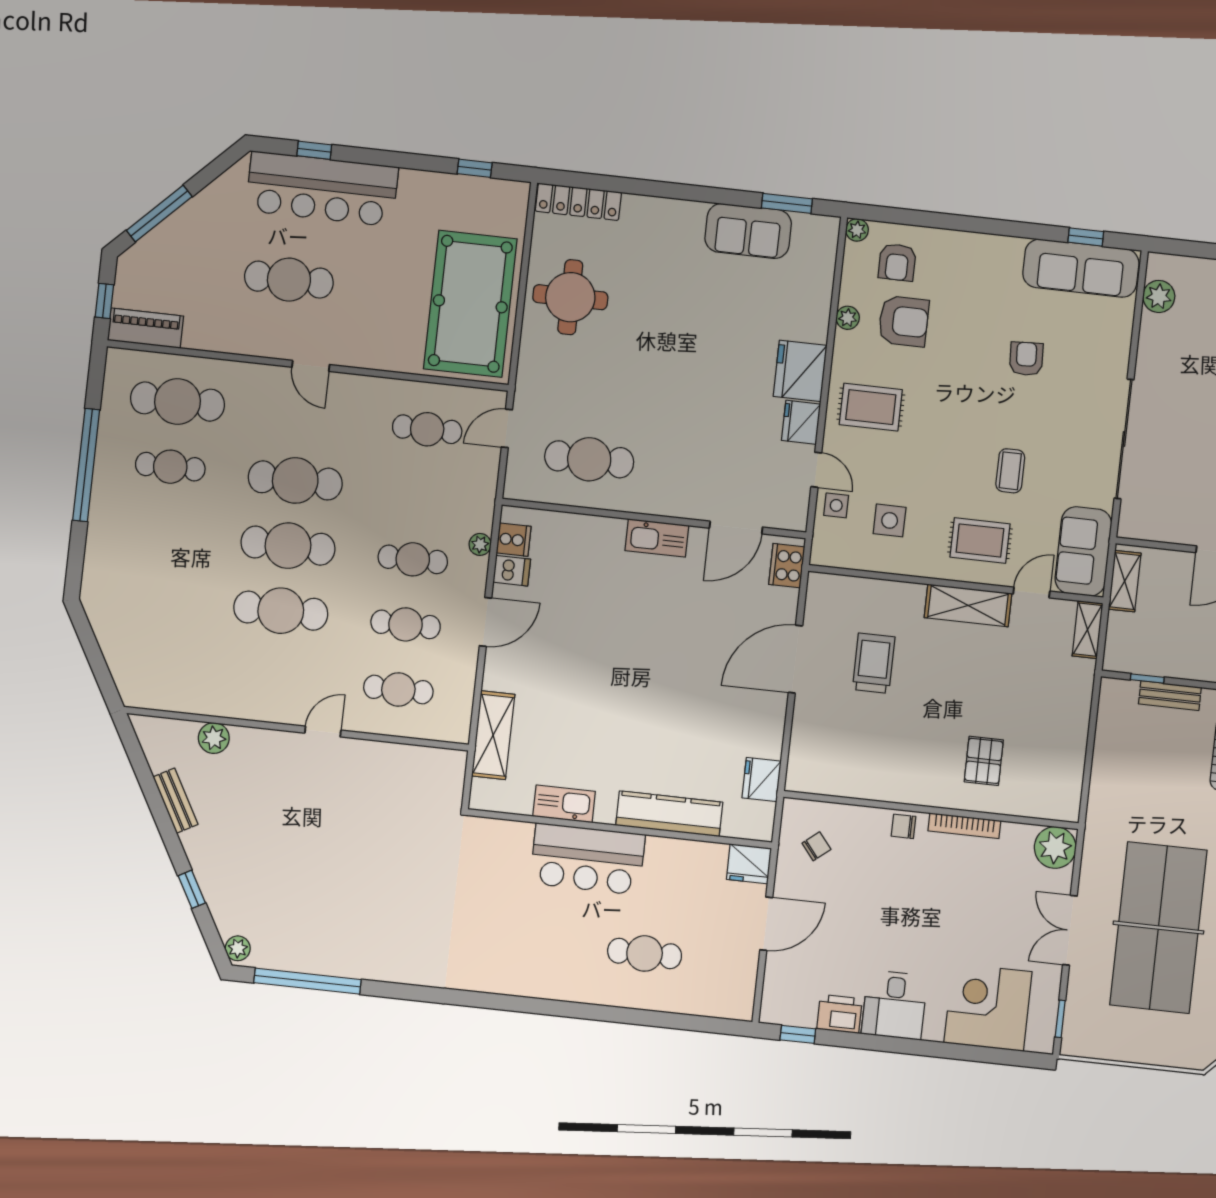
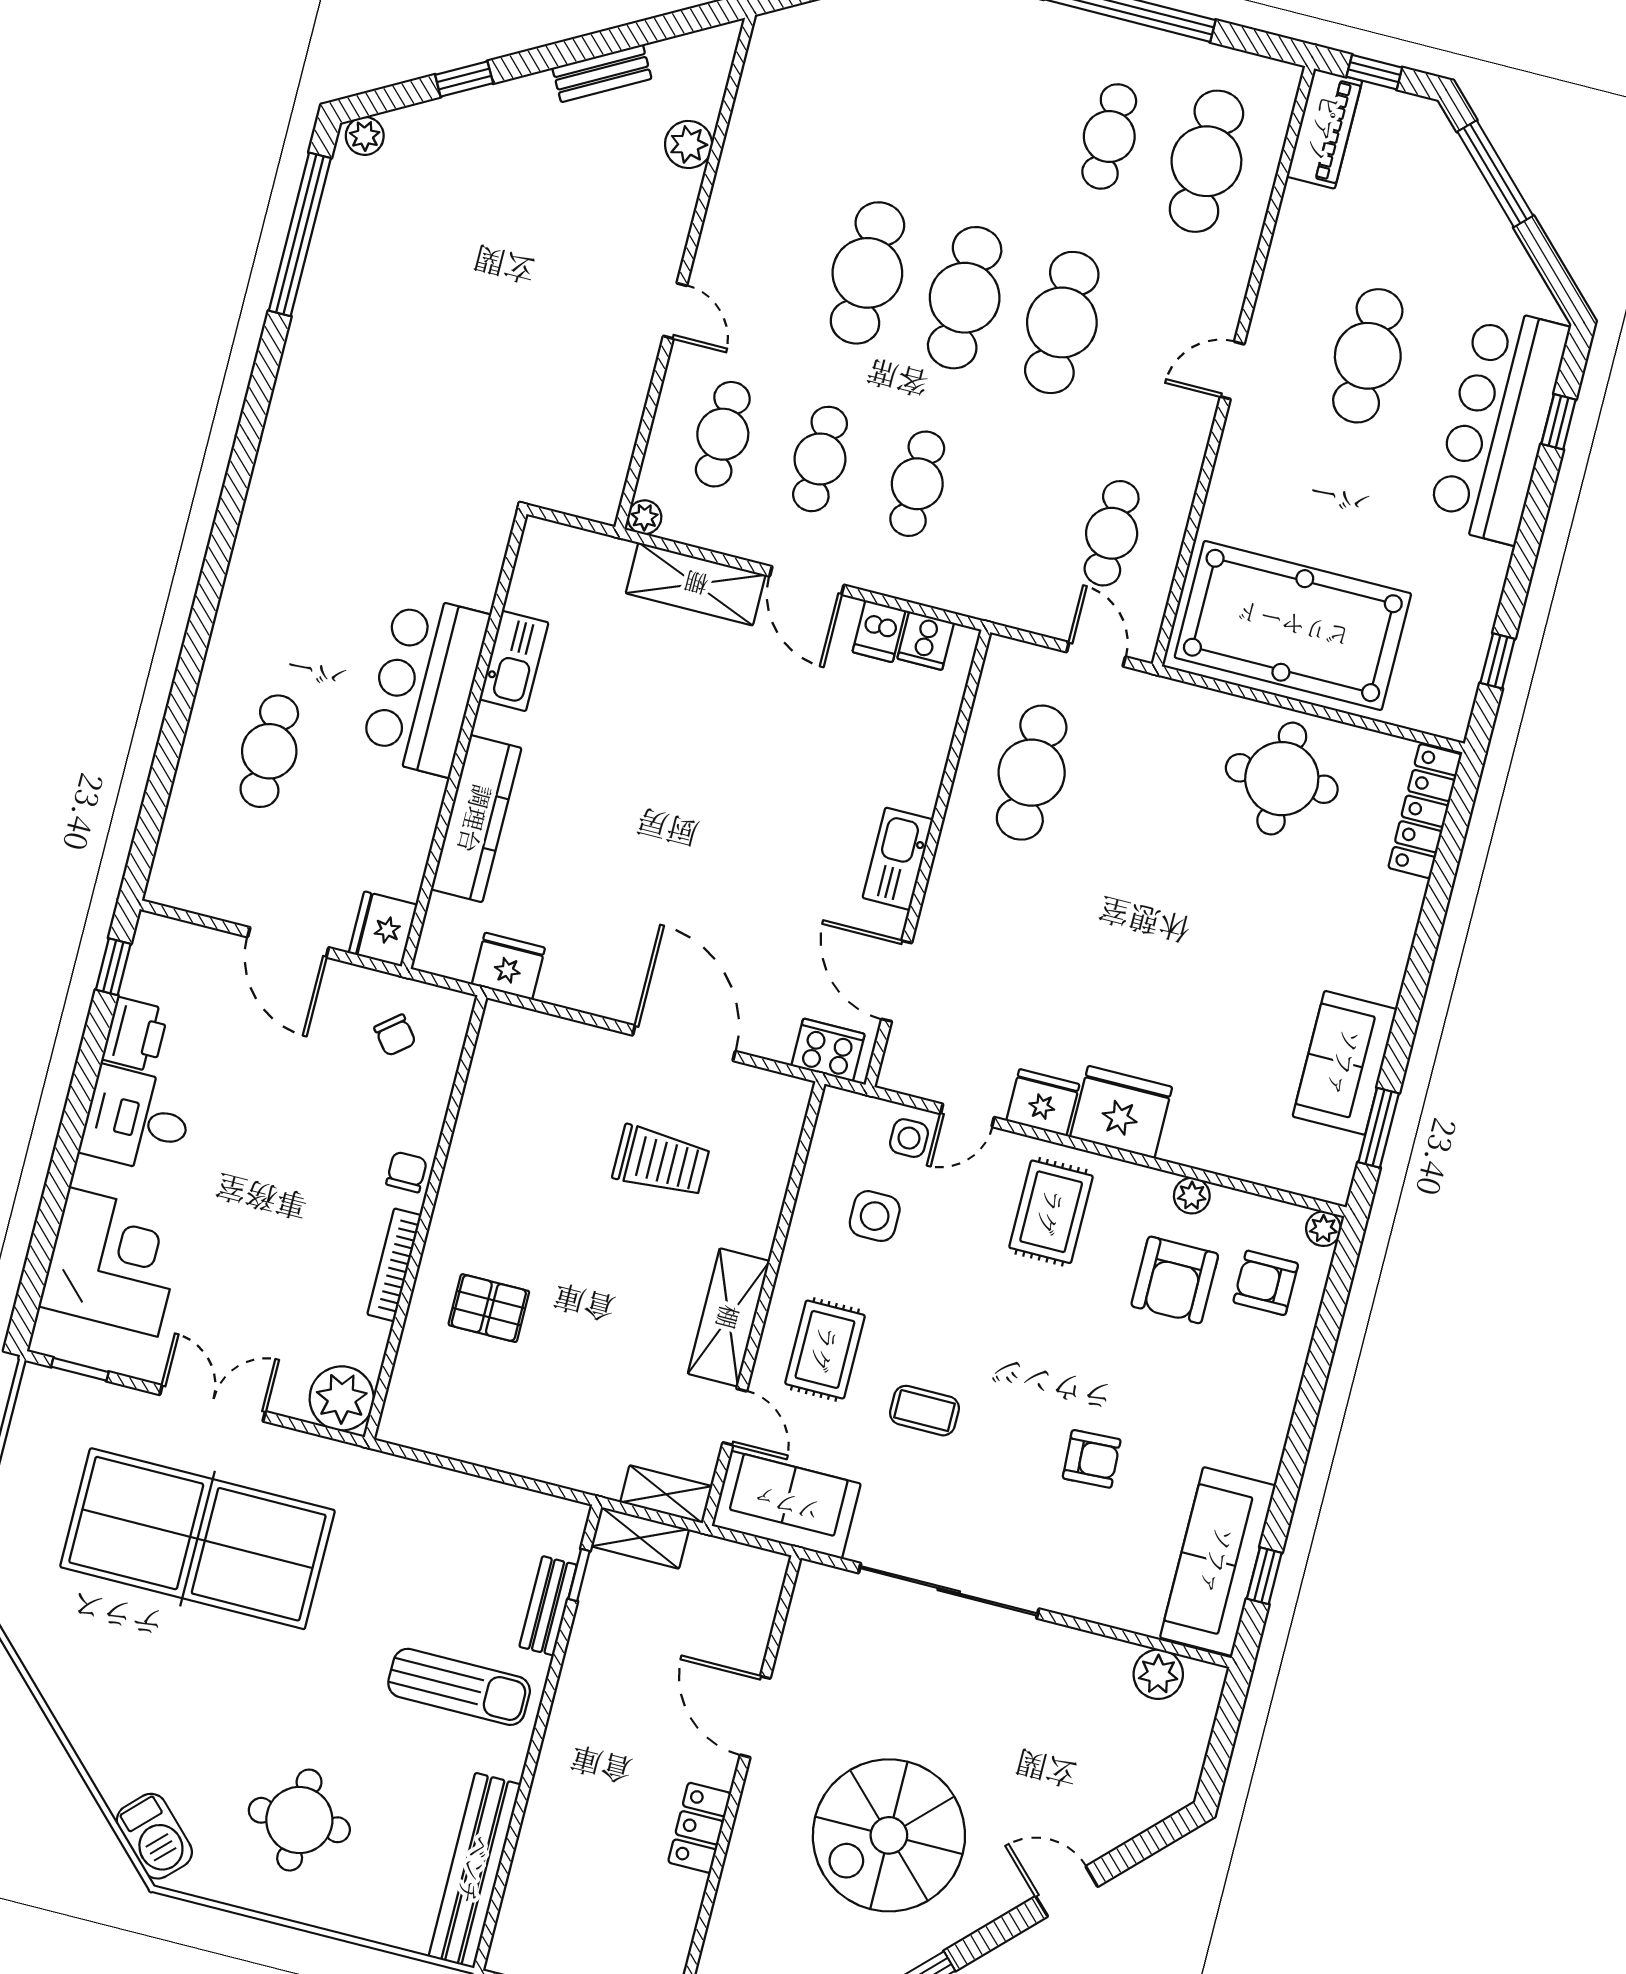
plant: (480, 544) -> (644, 517), moved
shelving: (1125, 581) -> (640, 1538), moved
shelving: (493, 735) -> (696, 584), moved

